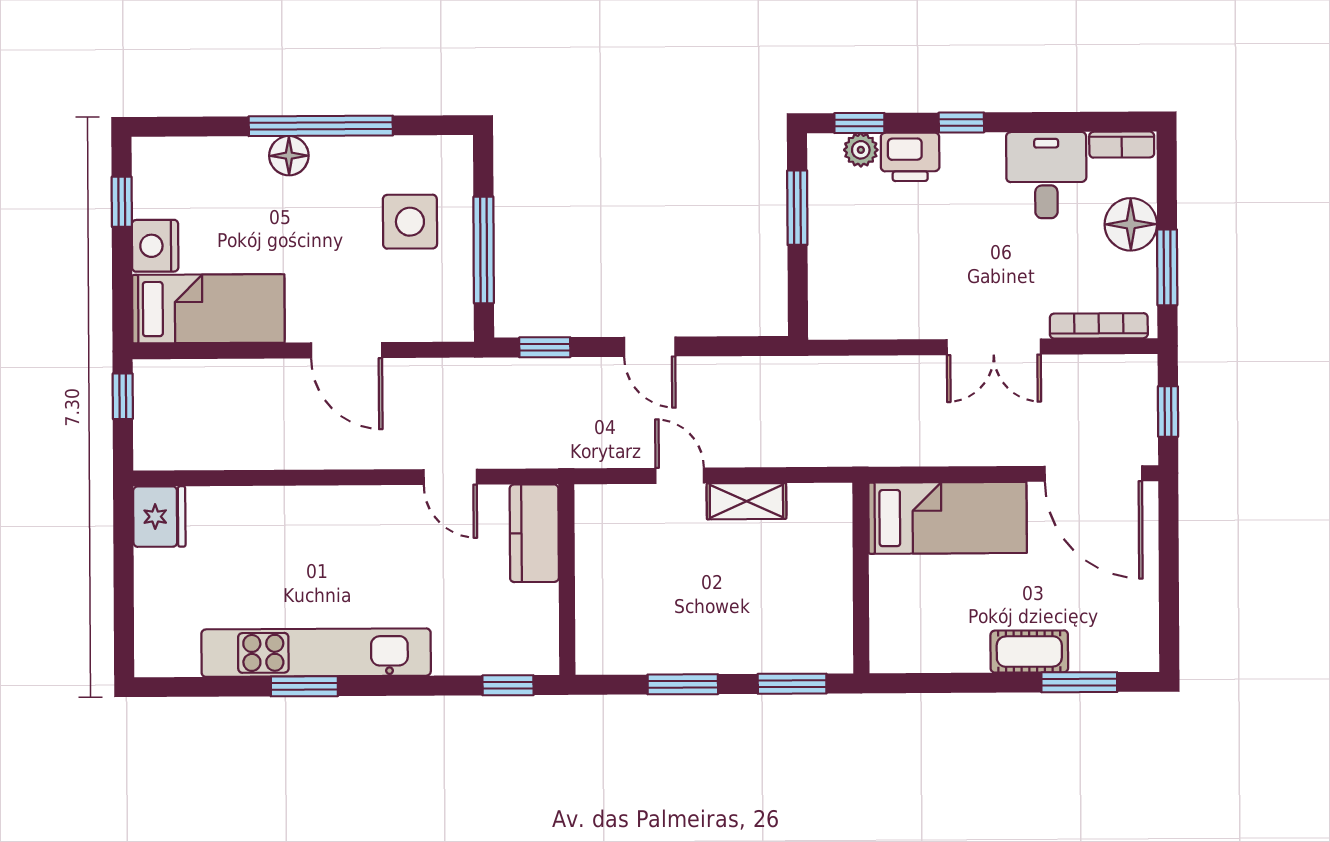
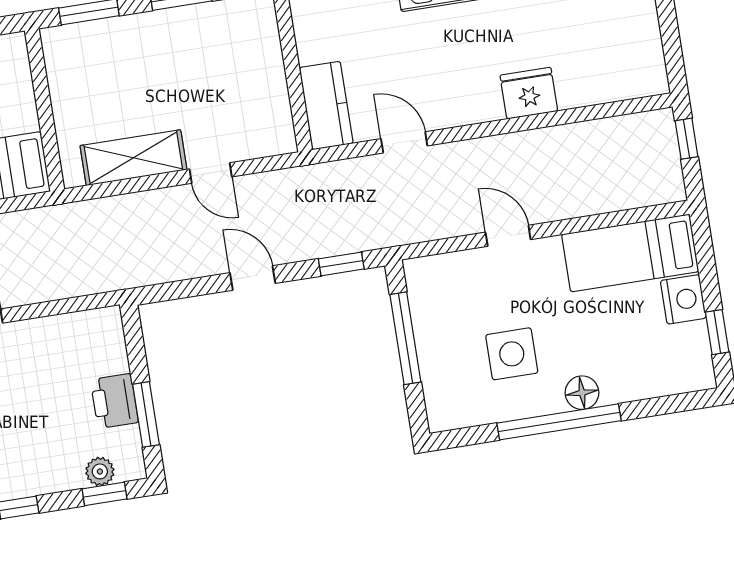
printer: (910, 157) -> (114, 401), moved, turned -90
side table: (410, 222) -> (512, 354), moved
door: (347, 350) -> (508, 236), width x0.73
window: (123, 396) -> (687, 139), moved
shelving: (746, 501) -> (133, 158), width x1.50, depth x1.33
fridge: (159, 517) -> (529, 93), moved, turned 90

